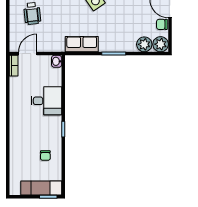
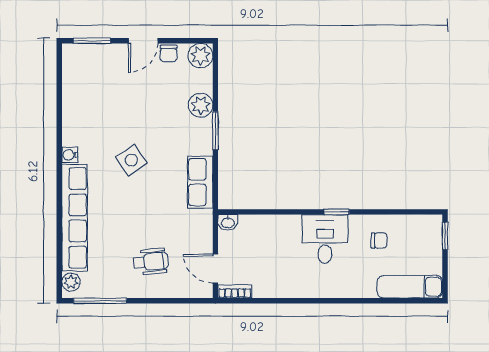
plant: (144, 44) -> (201, 105), moved
desk: (46, 101) -> (325, 239), moved
exam couch: (41, 188) -> (410, 287), moved, turned 90

